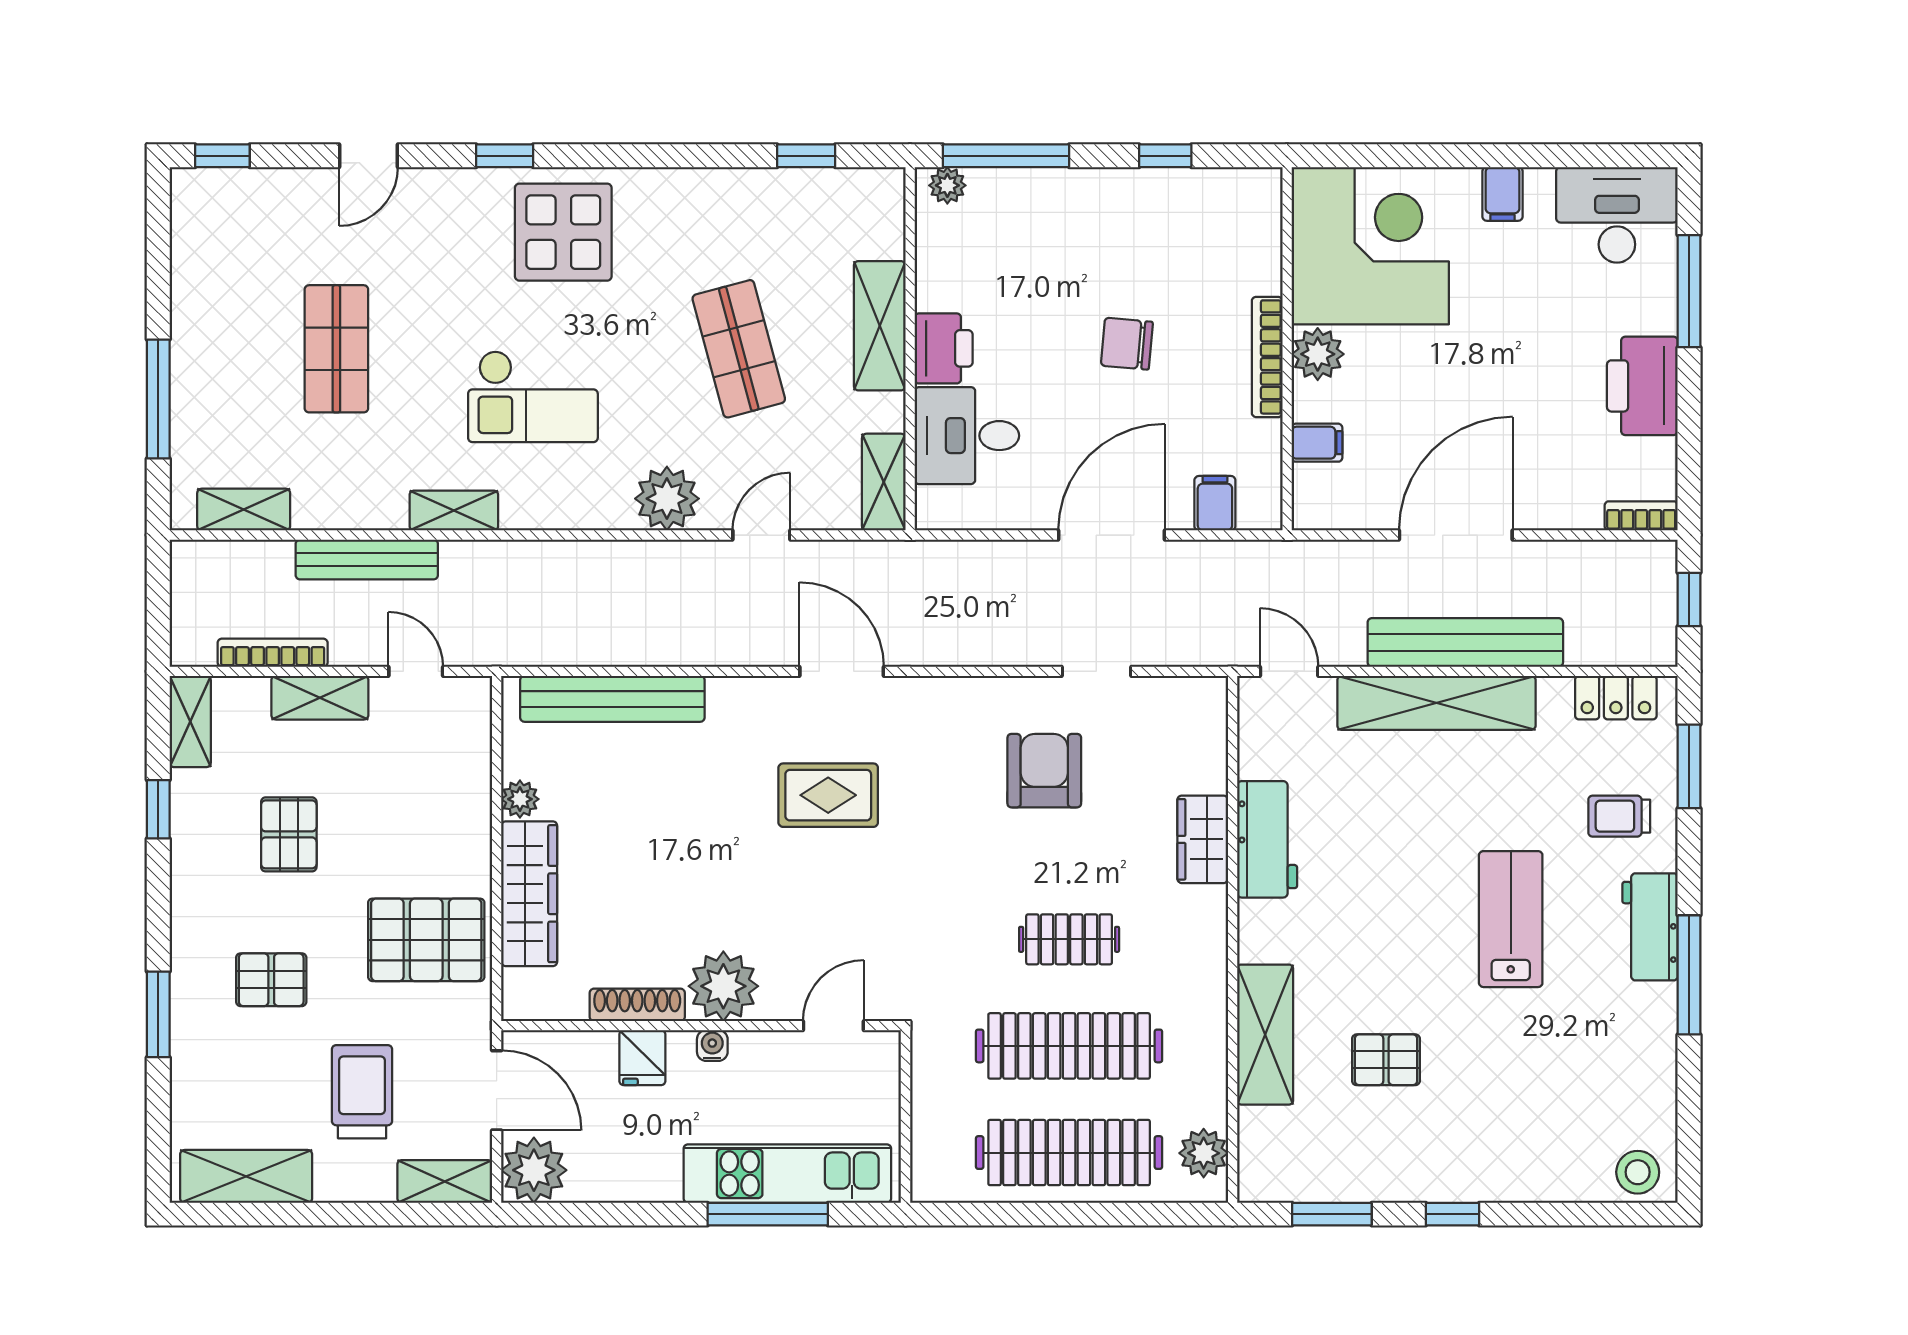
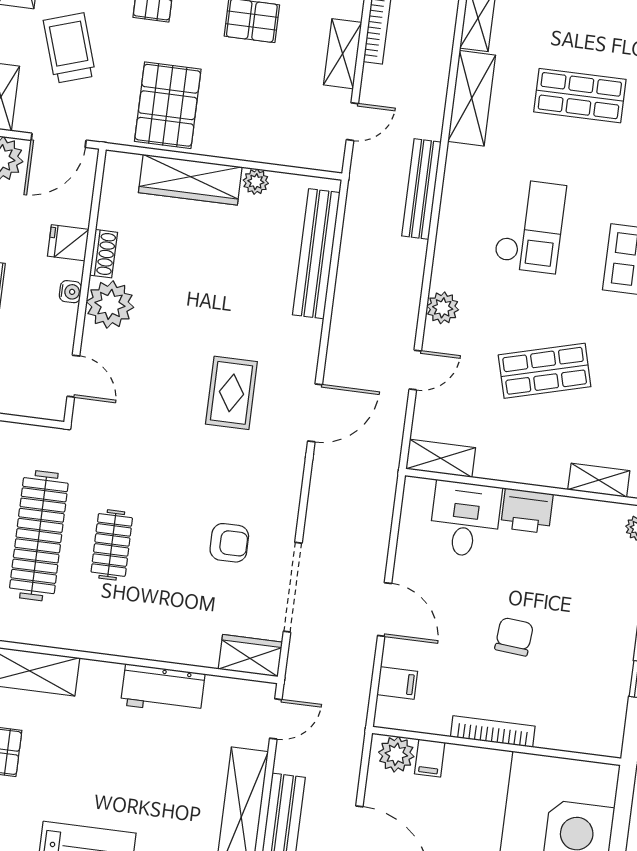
shelving: (880, 326) -> (599, 480), moved, width x0.67, depth x0.75
plant: (1318, 354) -> (396, 754), moved
checkout: (533, 397) -> (530, 226), turned 180
plant: (667, 499) -> (443, 308), width x0.73, depth x0.73
shelving: (454, 511) -> (472, 98), moved, width x1.50, depth x1.33
door: (761, 535) -> (415, 370), hinge flipped
door: (1112, 535) -> (385, 609), width x0.73
bench: (367, 560) -> (421, 189), moved
doorway: (1096, 671) -> (293, 587), width x1.88
armchair: (1044, 771) -> (229, 543), width x0.72, depth x0.72
wardrobe: (1203, 839) -> (250, 656), moved
shoe rack: (637, 1005) -> (104, 254), width x0.70
trolley: (362, 1092) -> (69, 48), turned -108

